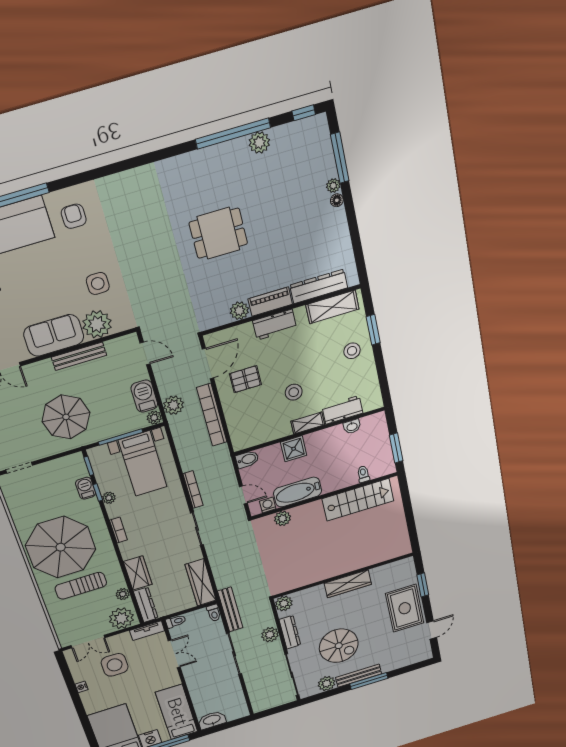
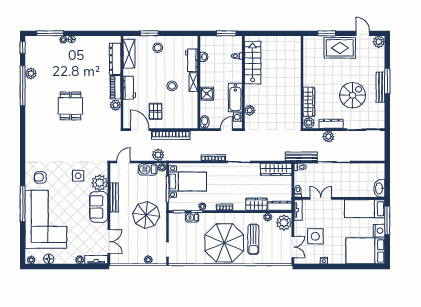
wardrobe: (348, 584) -> (309, 102), moved
plant: (327, 684) -> (379, 42), moved

